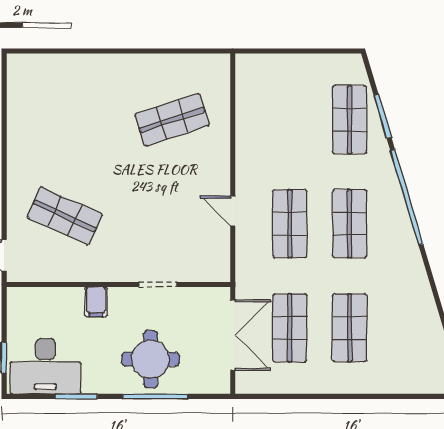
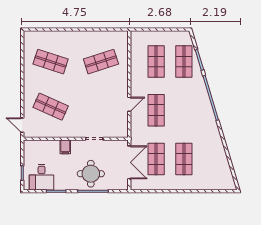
shop shelf: (65, 120) -> (51, 62), added
door: (233, 211) -> (129, 104), swing flipped
shop shelf: (349, 224) -> (156, 62), moved
desk: (45, 366) -> (42, 177), width x0.73

